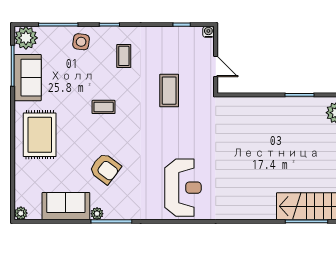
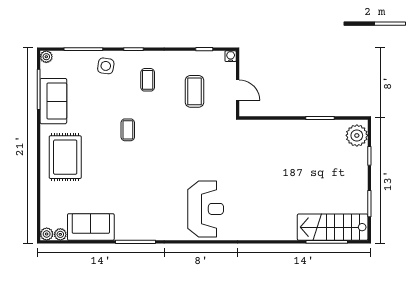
plant: (26, 38) -> (46, 57), width x0.53, depth x0.53
coffee table: (169, 91) -> (195, 91), moved
coffee table: (104, 107) -> (128, 130), turned 90
armchair: (105, 169) -> (129, 190), removed
plant: (97, 214) -> (60, 234), moved

